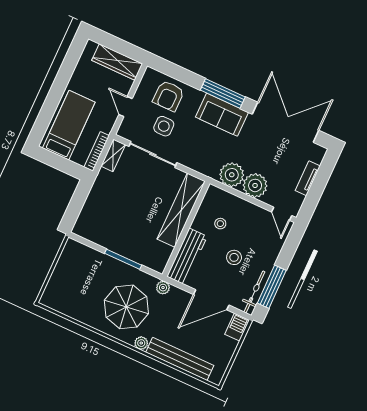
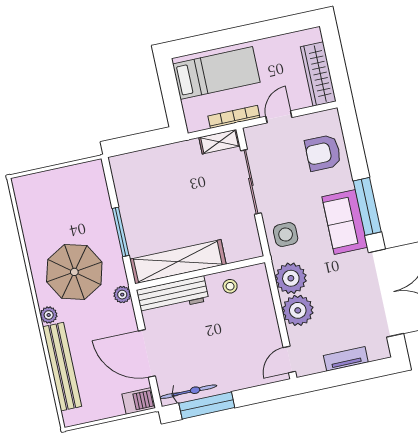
side table: (164, 126) -> (286, 235), moved
bookcase: (97, 151) -> (234, 117), moved
shelving: (181, 210) -> (178, 262), moved
stool: (220, 224) -> (230, 286), moved
stool: (234, 257) -> (208, 344), removed

